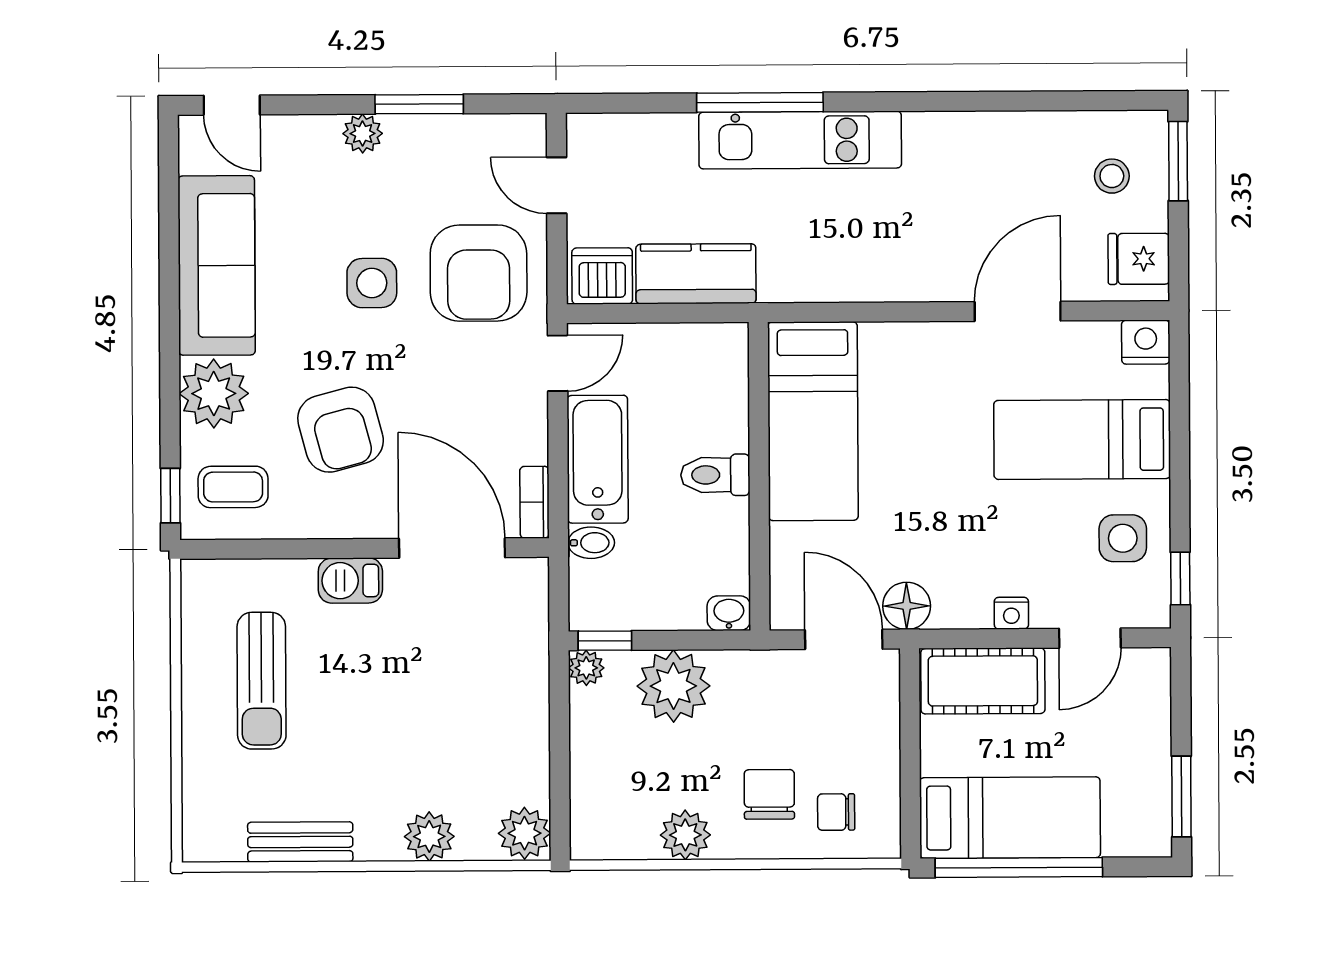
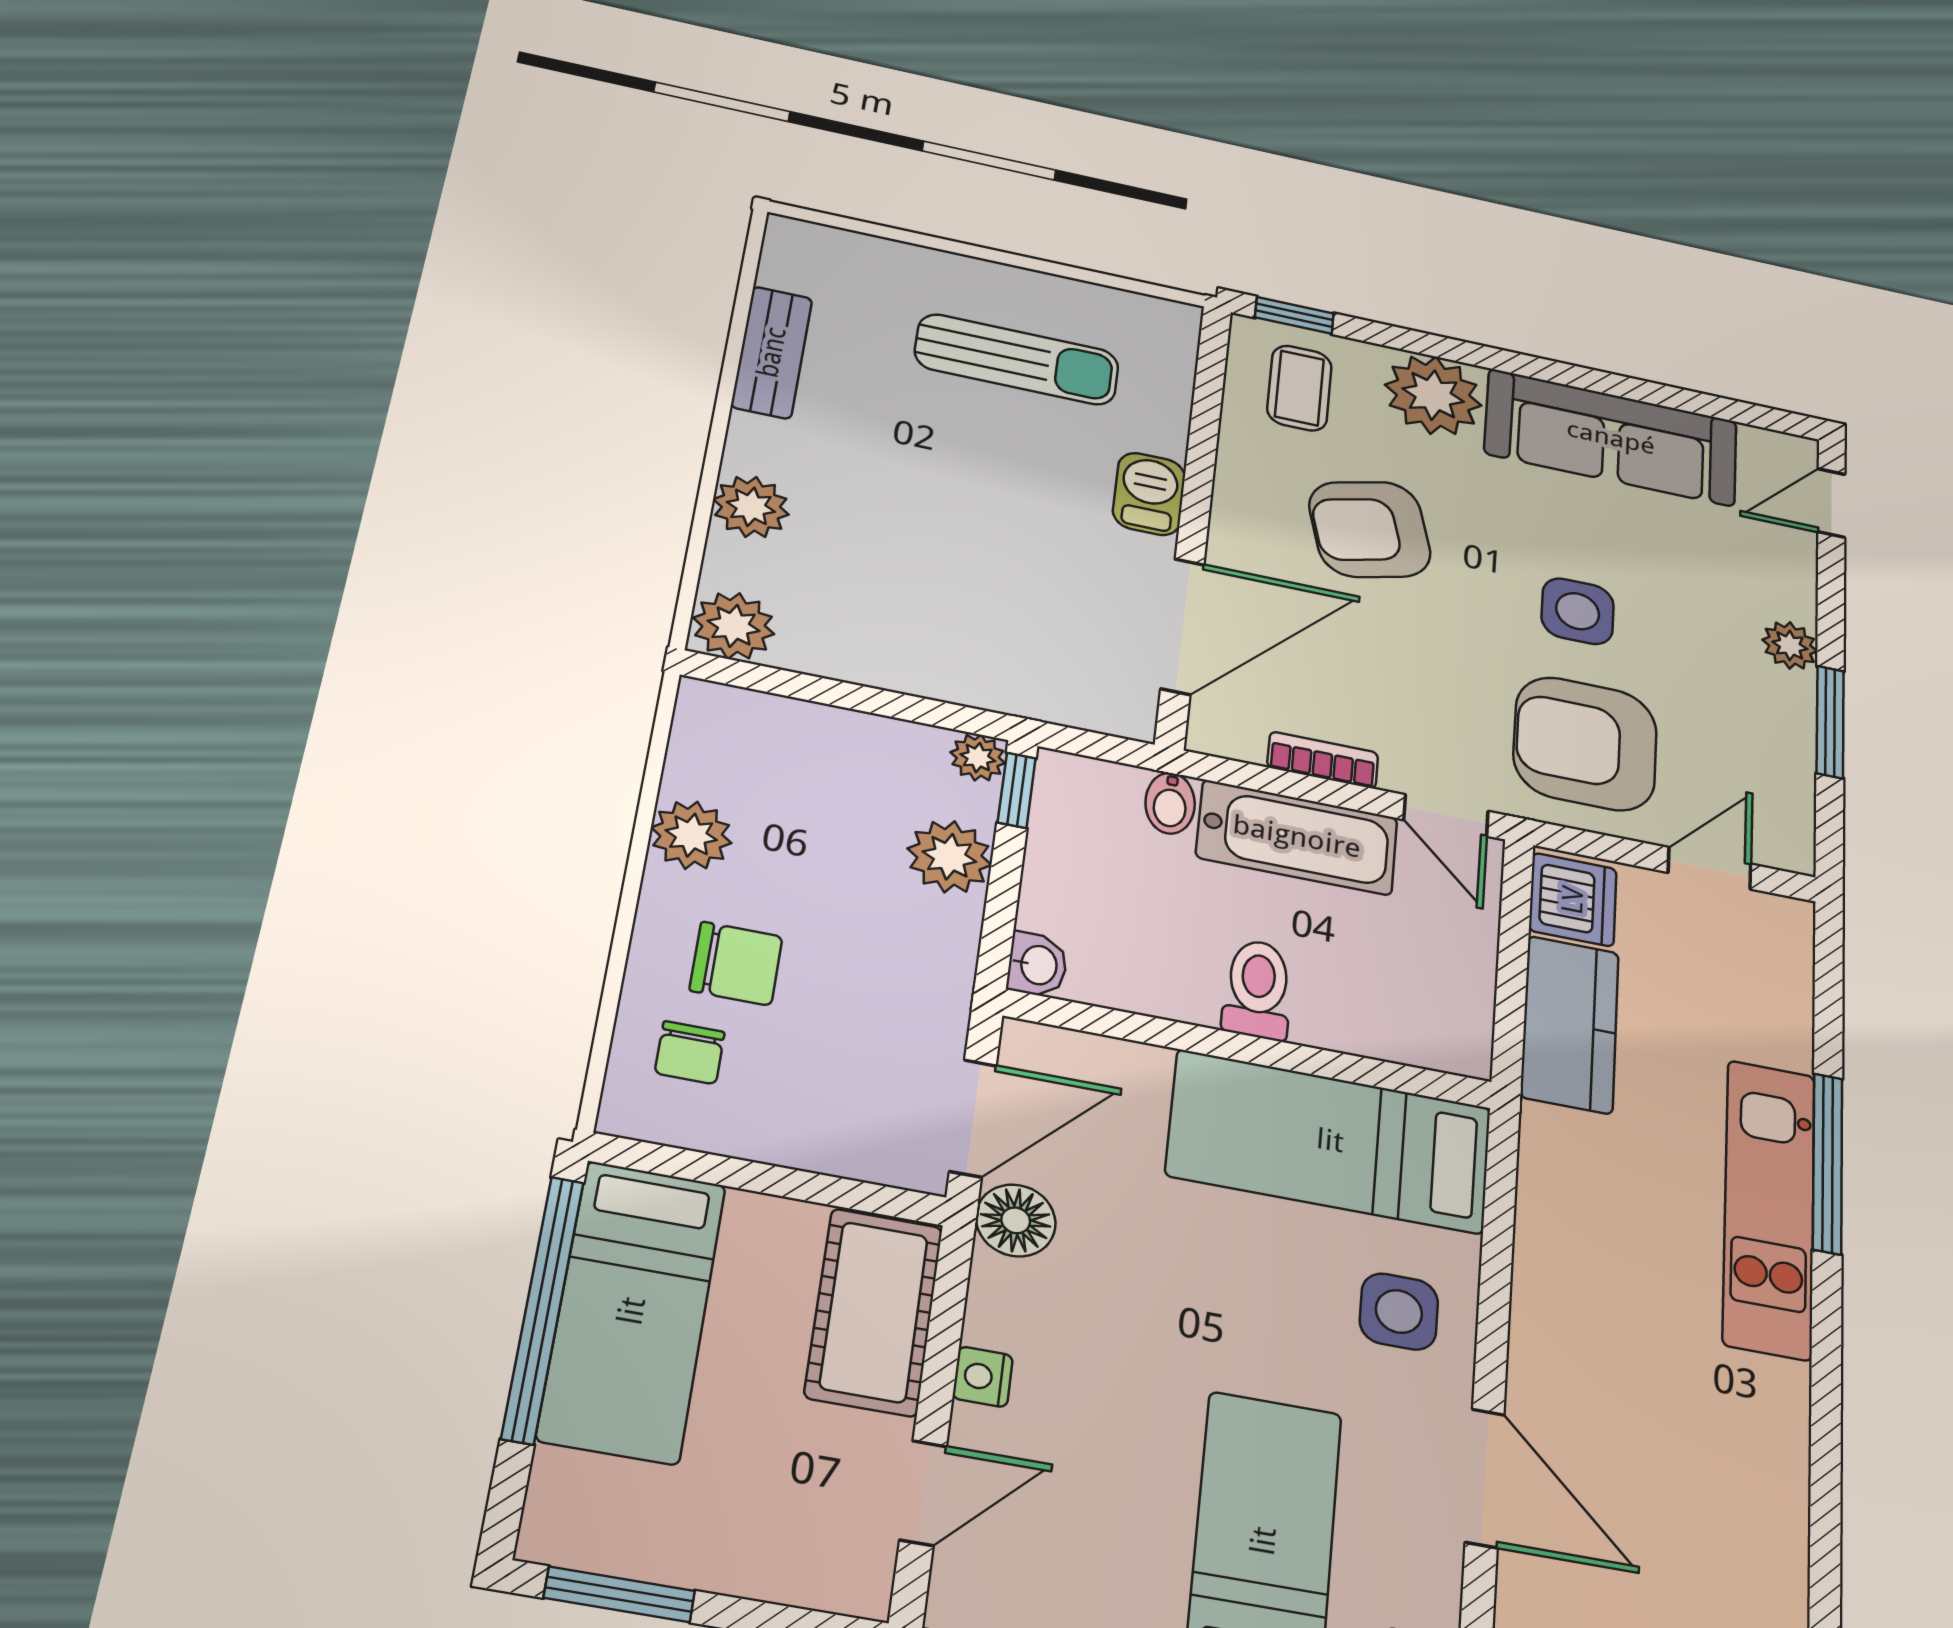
bookcase: (535, 502) -> (1323, 760), moved
side table: (1123, 538) -> (1399, 1312), moved
door: (1090, 638) -> (923, 1493), swing flipped
sun lounger: (262, 681) -> (1017, 359), turned 180
plant: (673, 686) -> (949, 857), width x0.73, depth x0.73
chair: (836, 812) -> (690, 1053), turned 180

